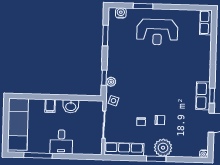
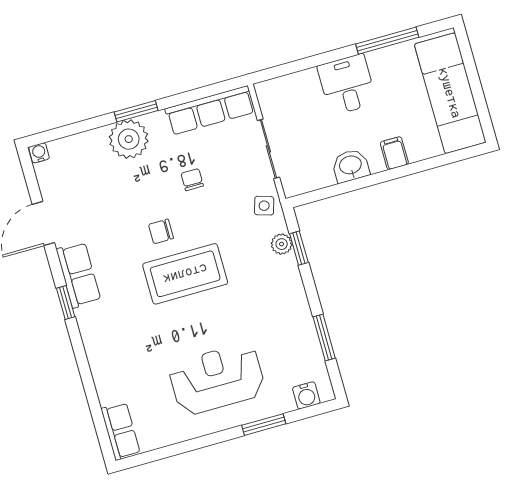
coffee table: (157, 82) -> (185, 274), added
window: (212, 96) -> (66, 302), moved
chair: (160, 120) -> (161, 231), moved

